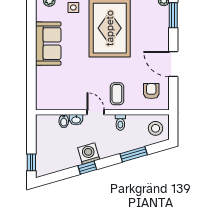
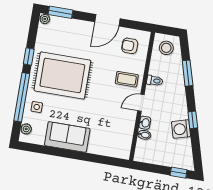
washing machine: (89, 154) -> (181, 129), moved

